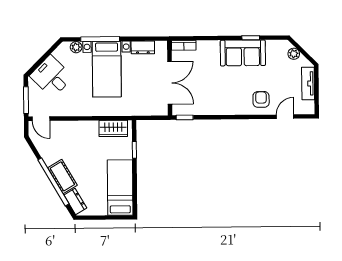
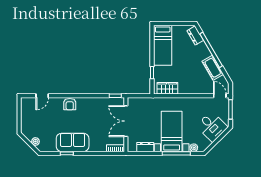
tv unit: (308, 83) -> (25, 120), removed
armchair: (261, 99) -> (70, 104), moved
cot: (62, 176) -> (213, 68), moved

